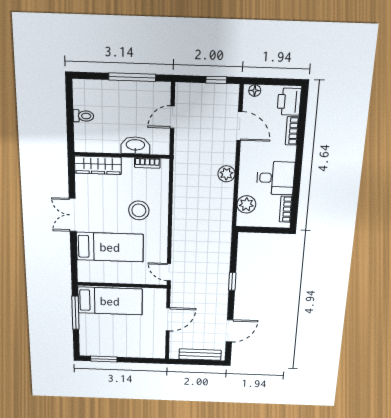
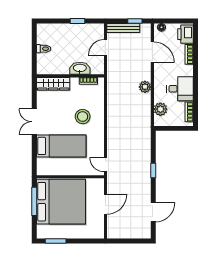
window: (132, 77) -> (77, 21), width x0.46
bed: (110, 301) -> (61, 202), width x2.04
bench: (200, 355) -> (123, 28), moved

